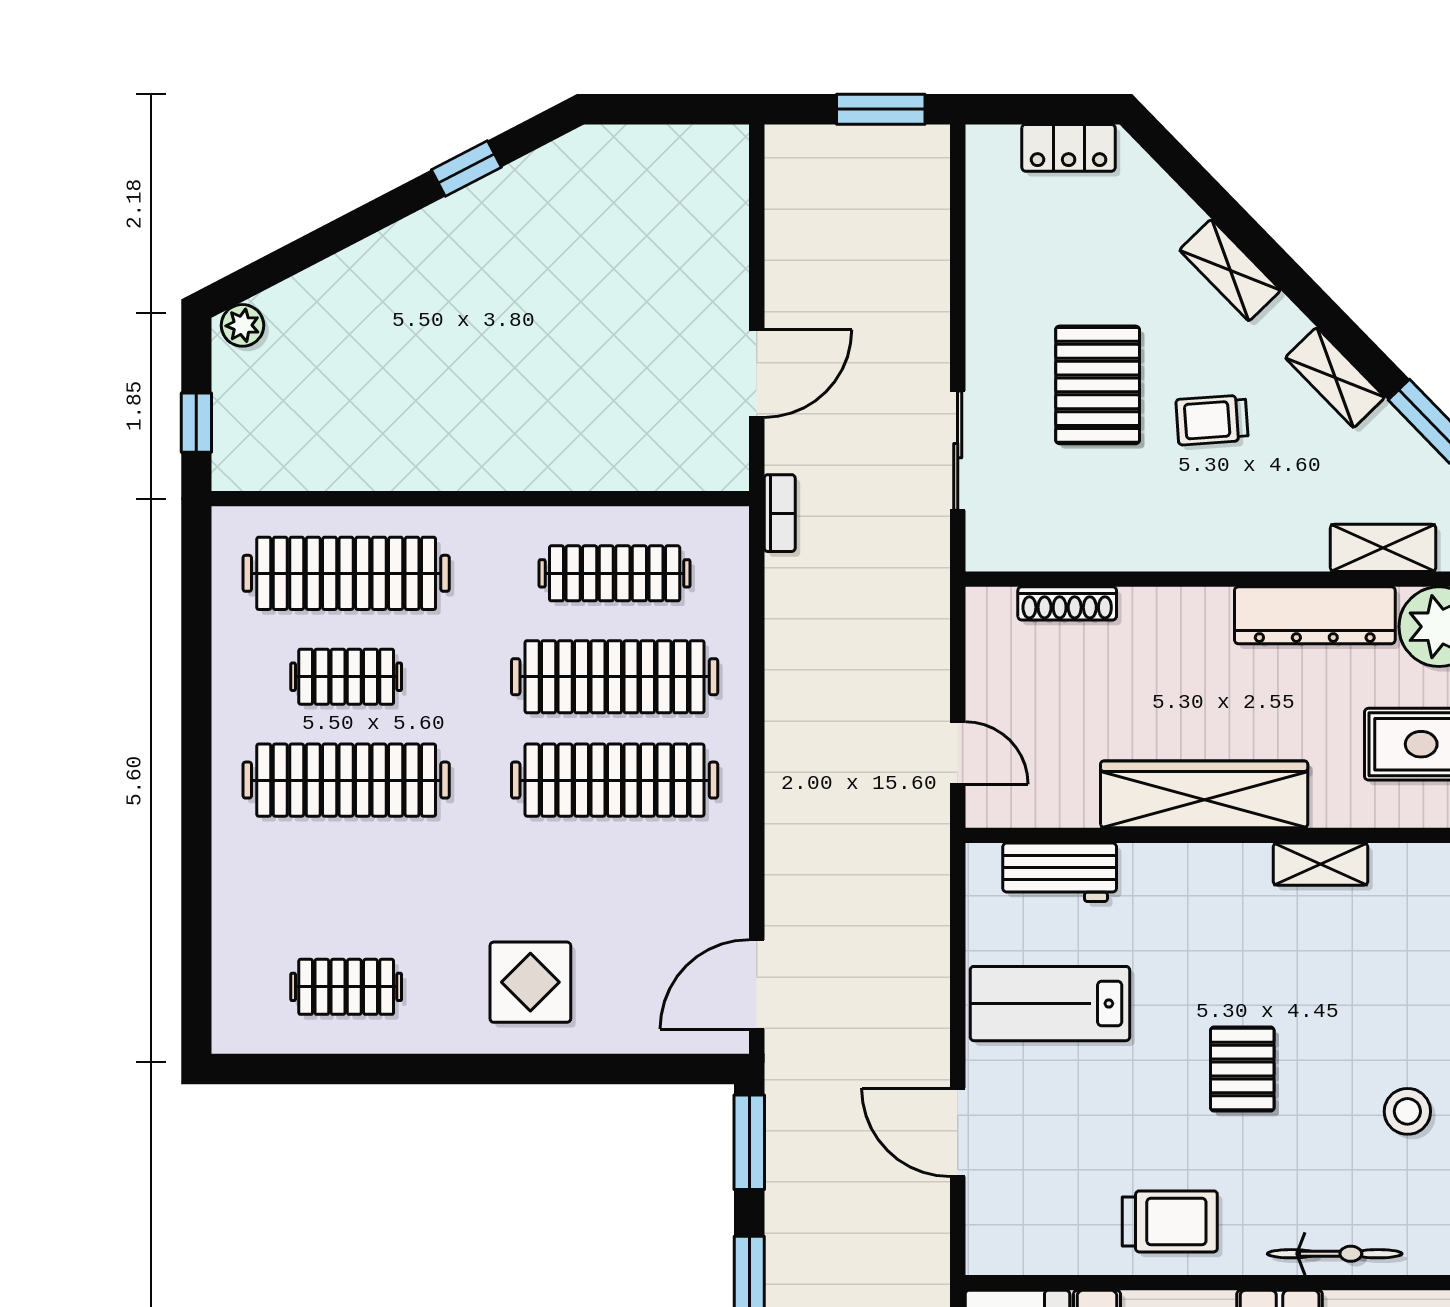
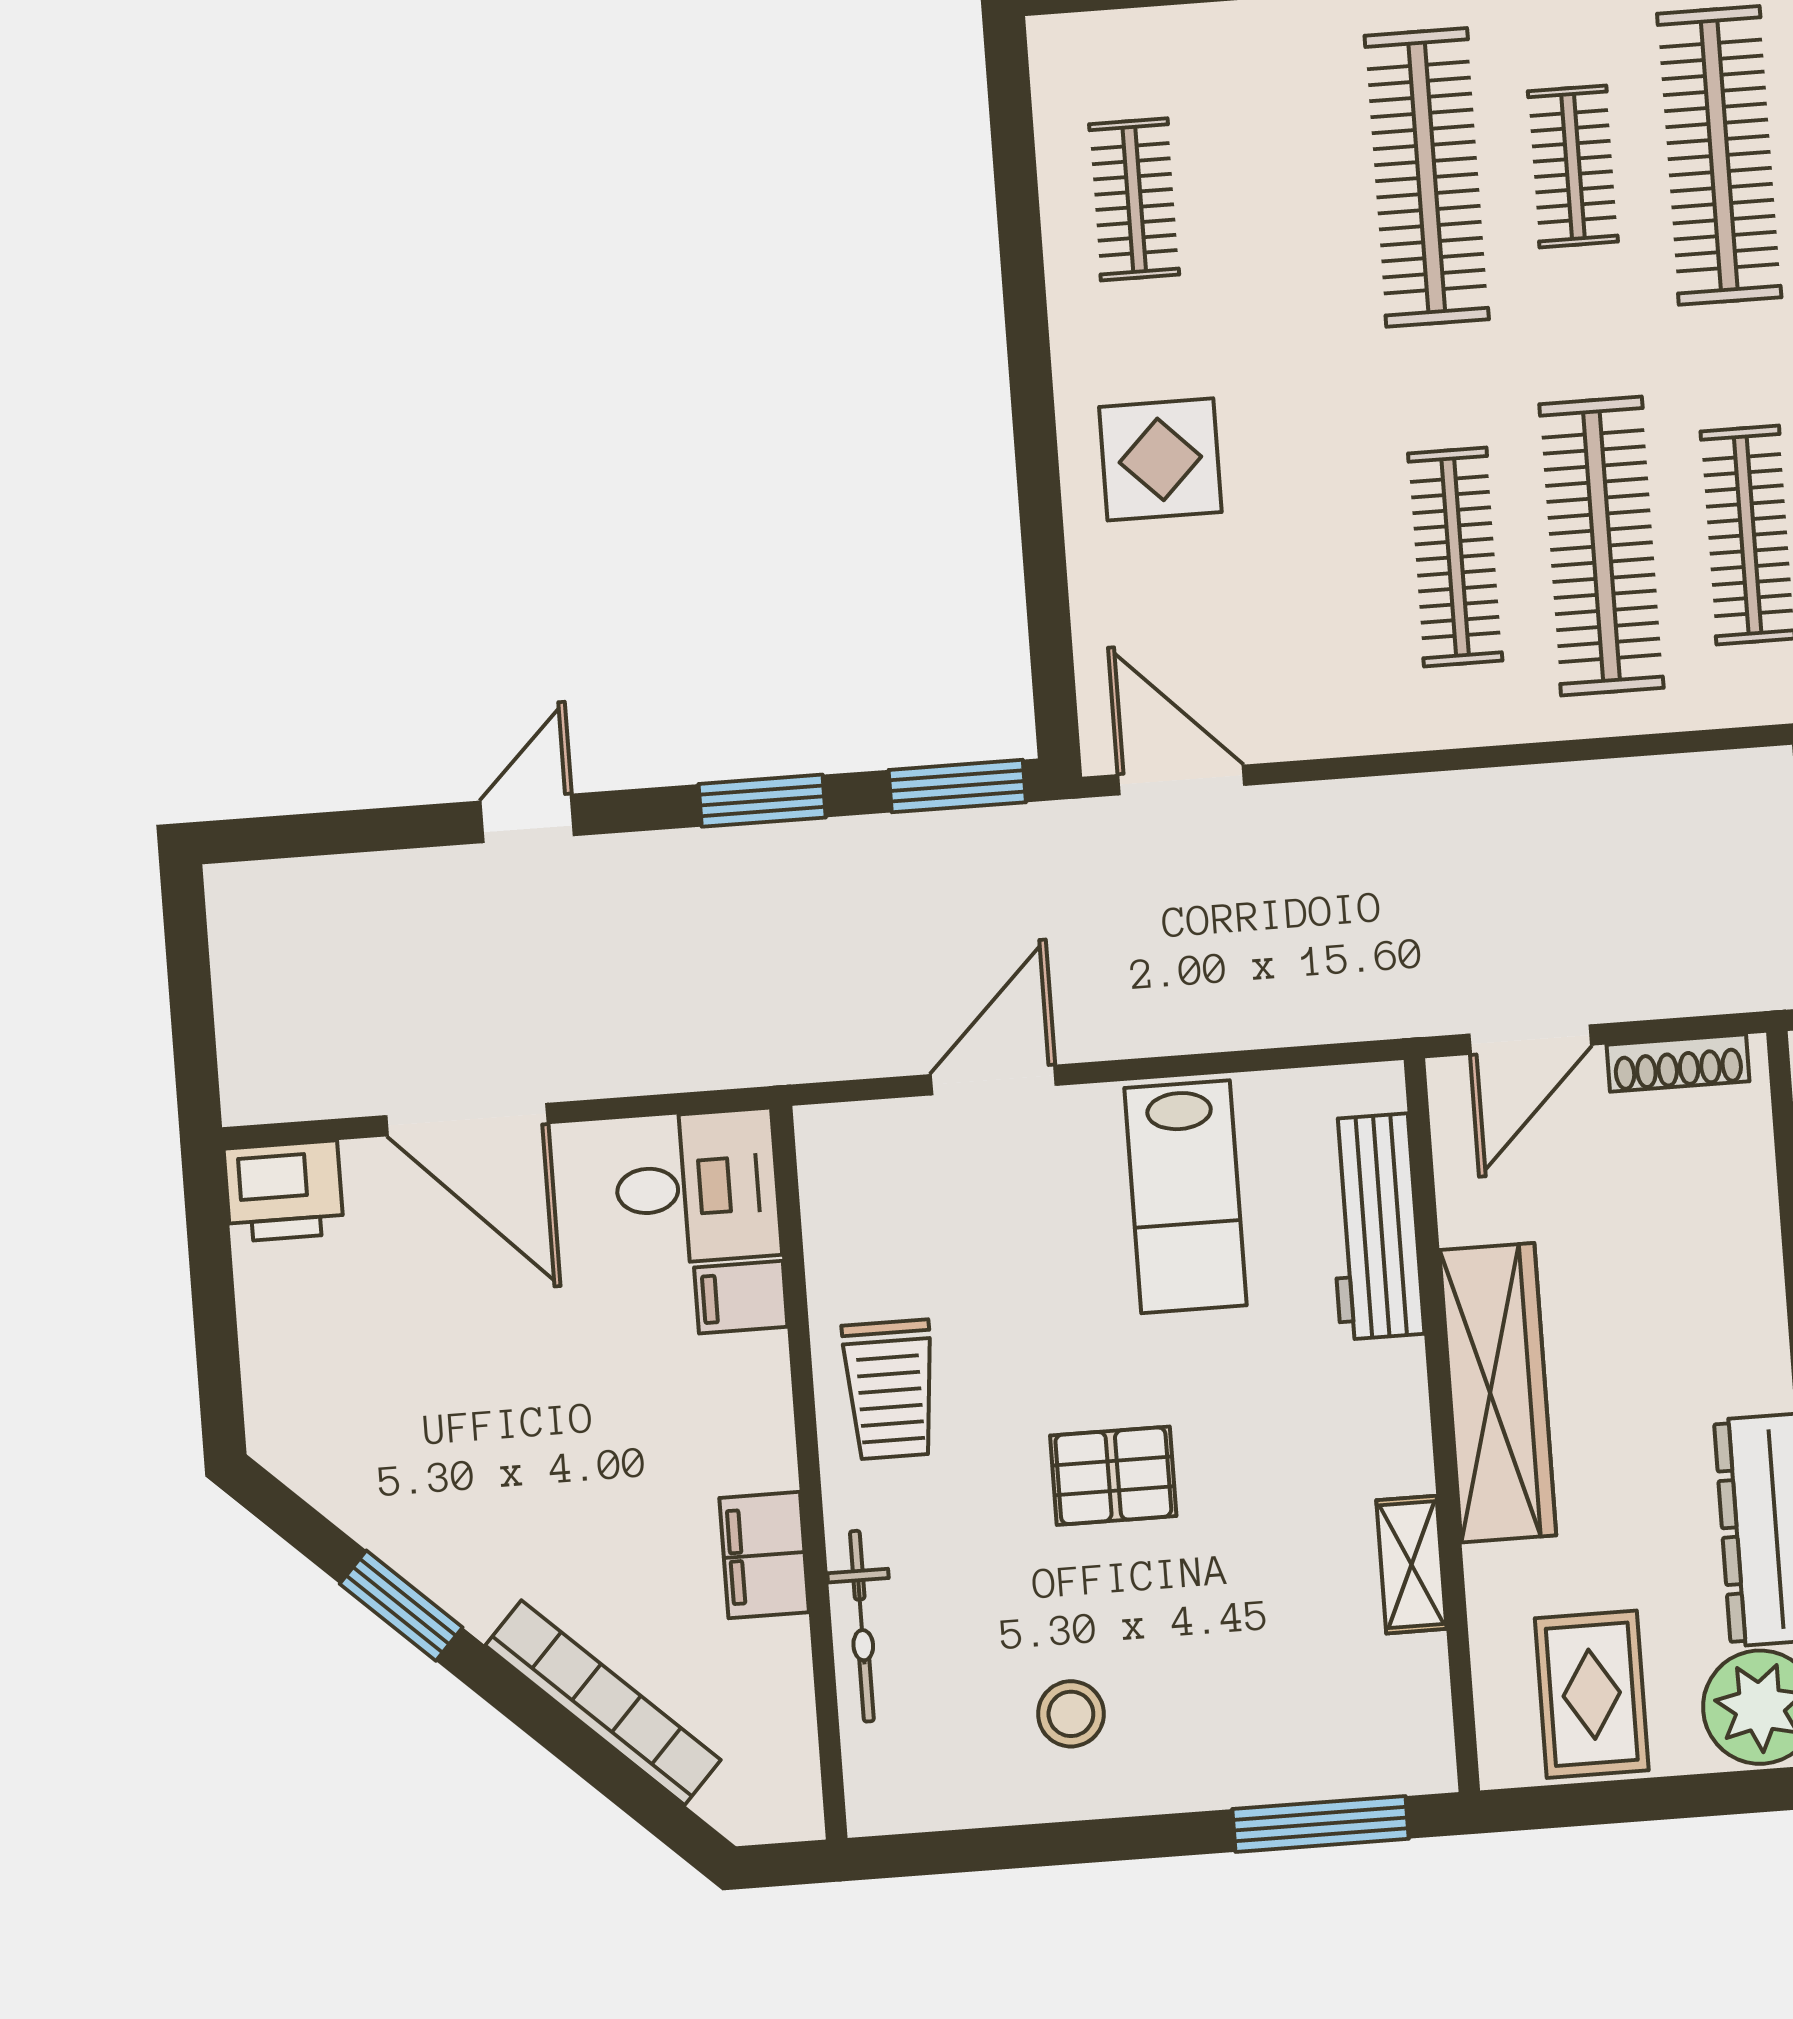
shoe rack: (1067, 603) -> (1678, 1063), moved, turned -90
door: (958, 753) -> (1530, 1040), width x1.38
clothes rail: (615, 780) -> (1455, 557), width x0.73, depth x0.76
workbench: (1060, 872) -> (1374, 1227), width x1.38
lab bench: (1050, 1004) -> (1185, 1197), turned 180

